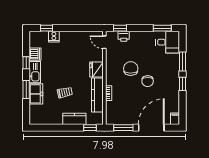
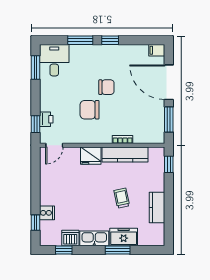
window: (26, 63) -> (64, 250), moved
kitchen counter: (74, 119) -> (157, 207), moved

